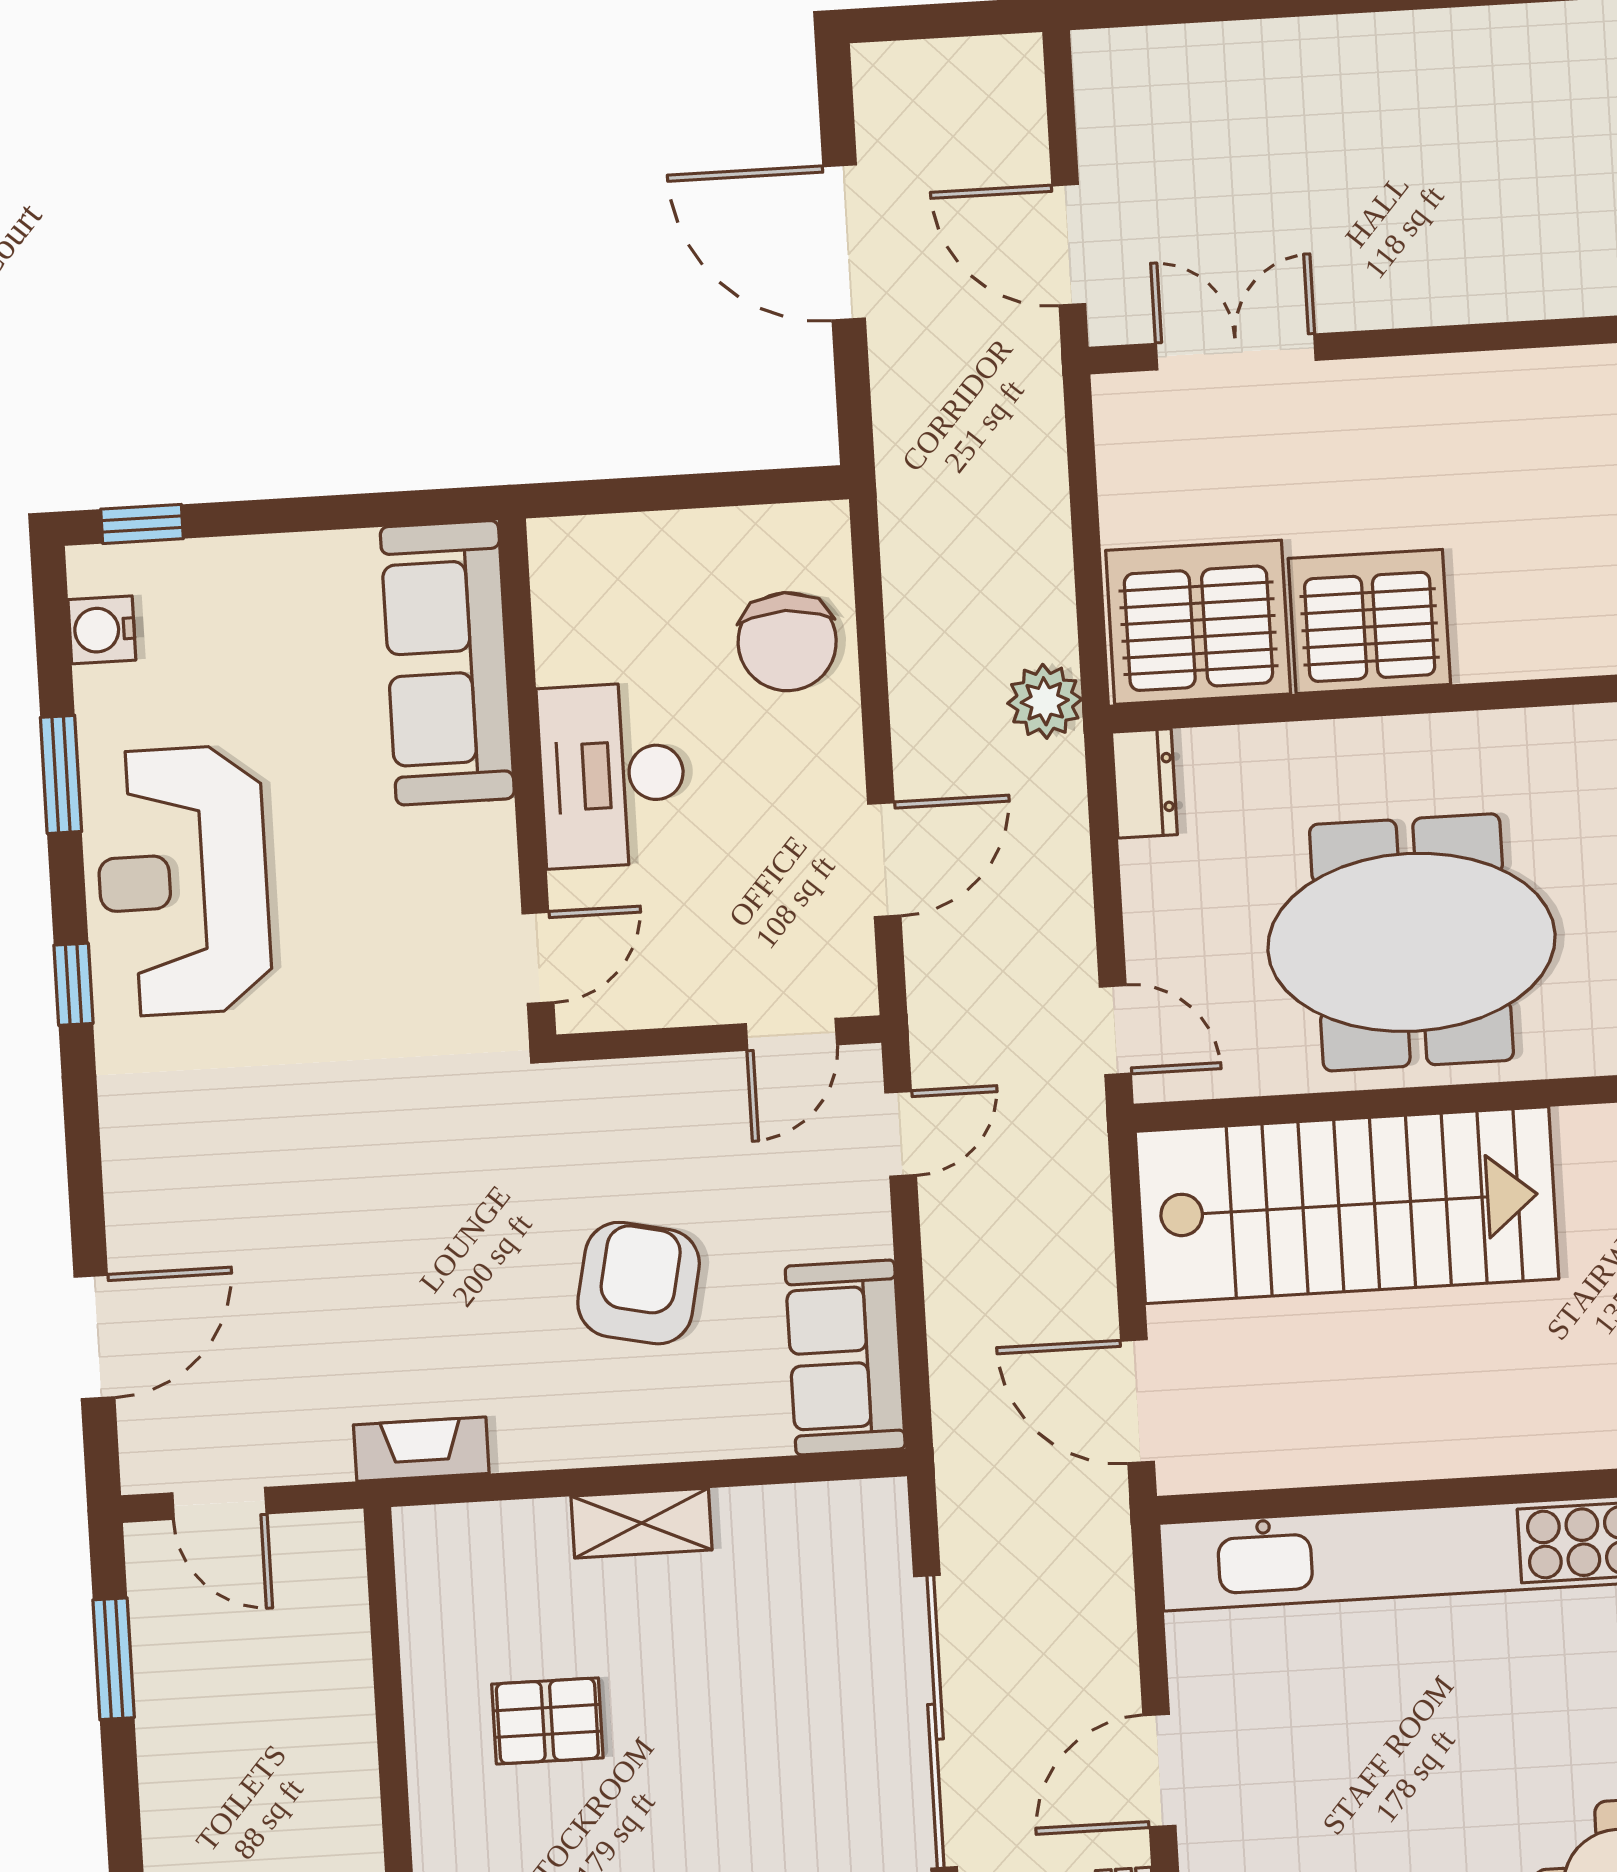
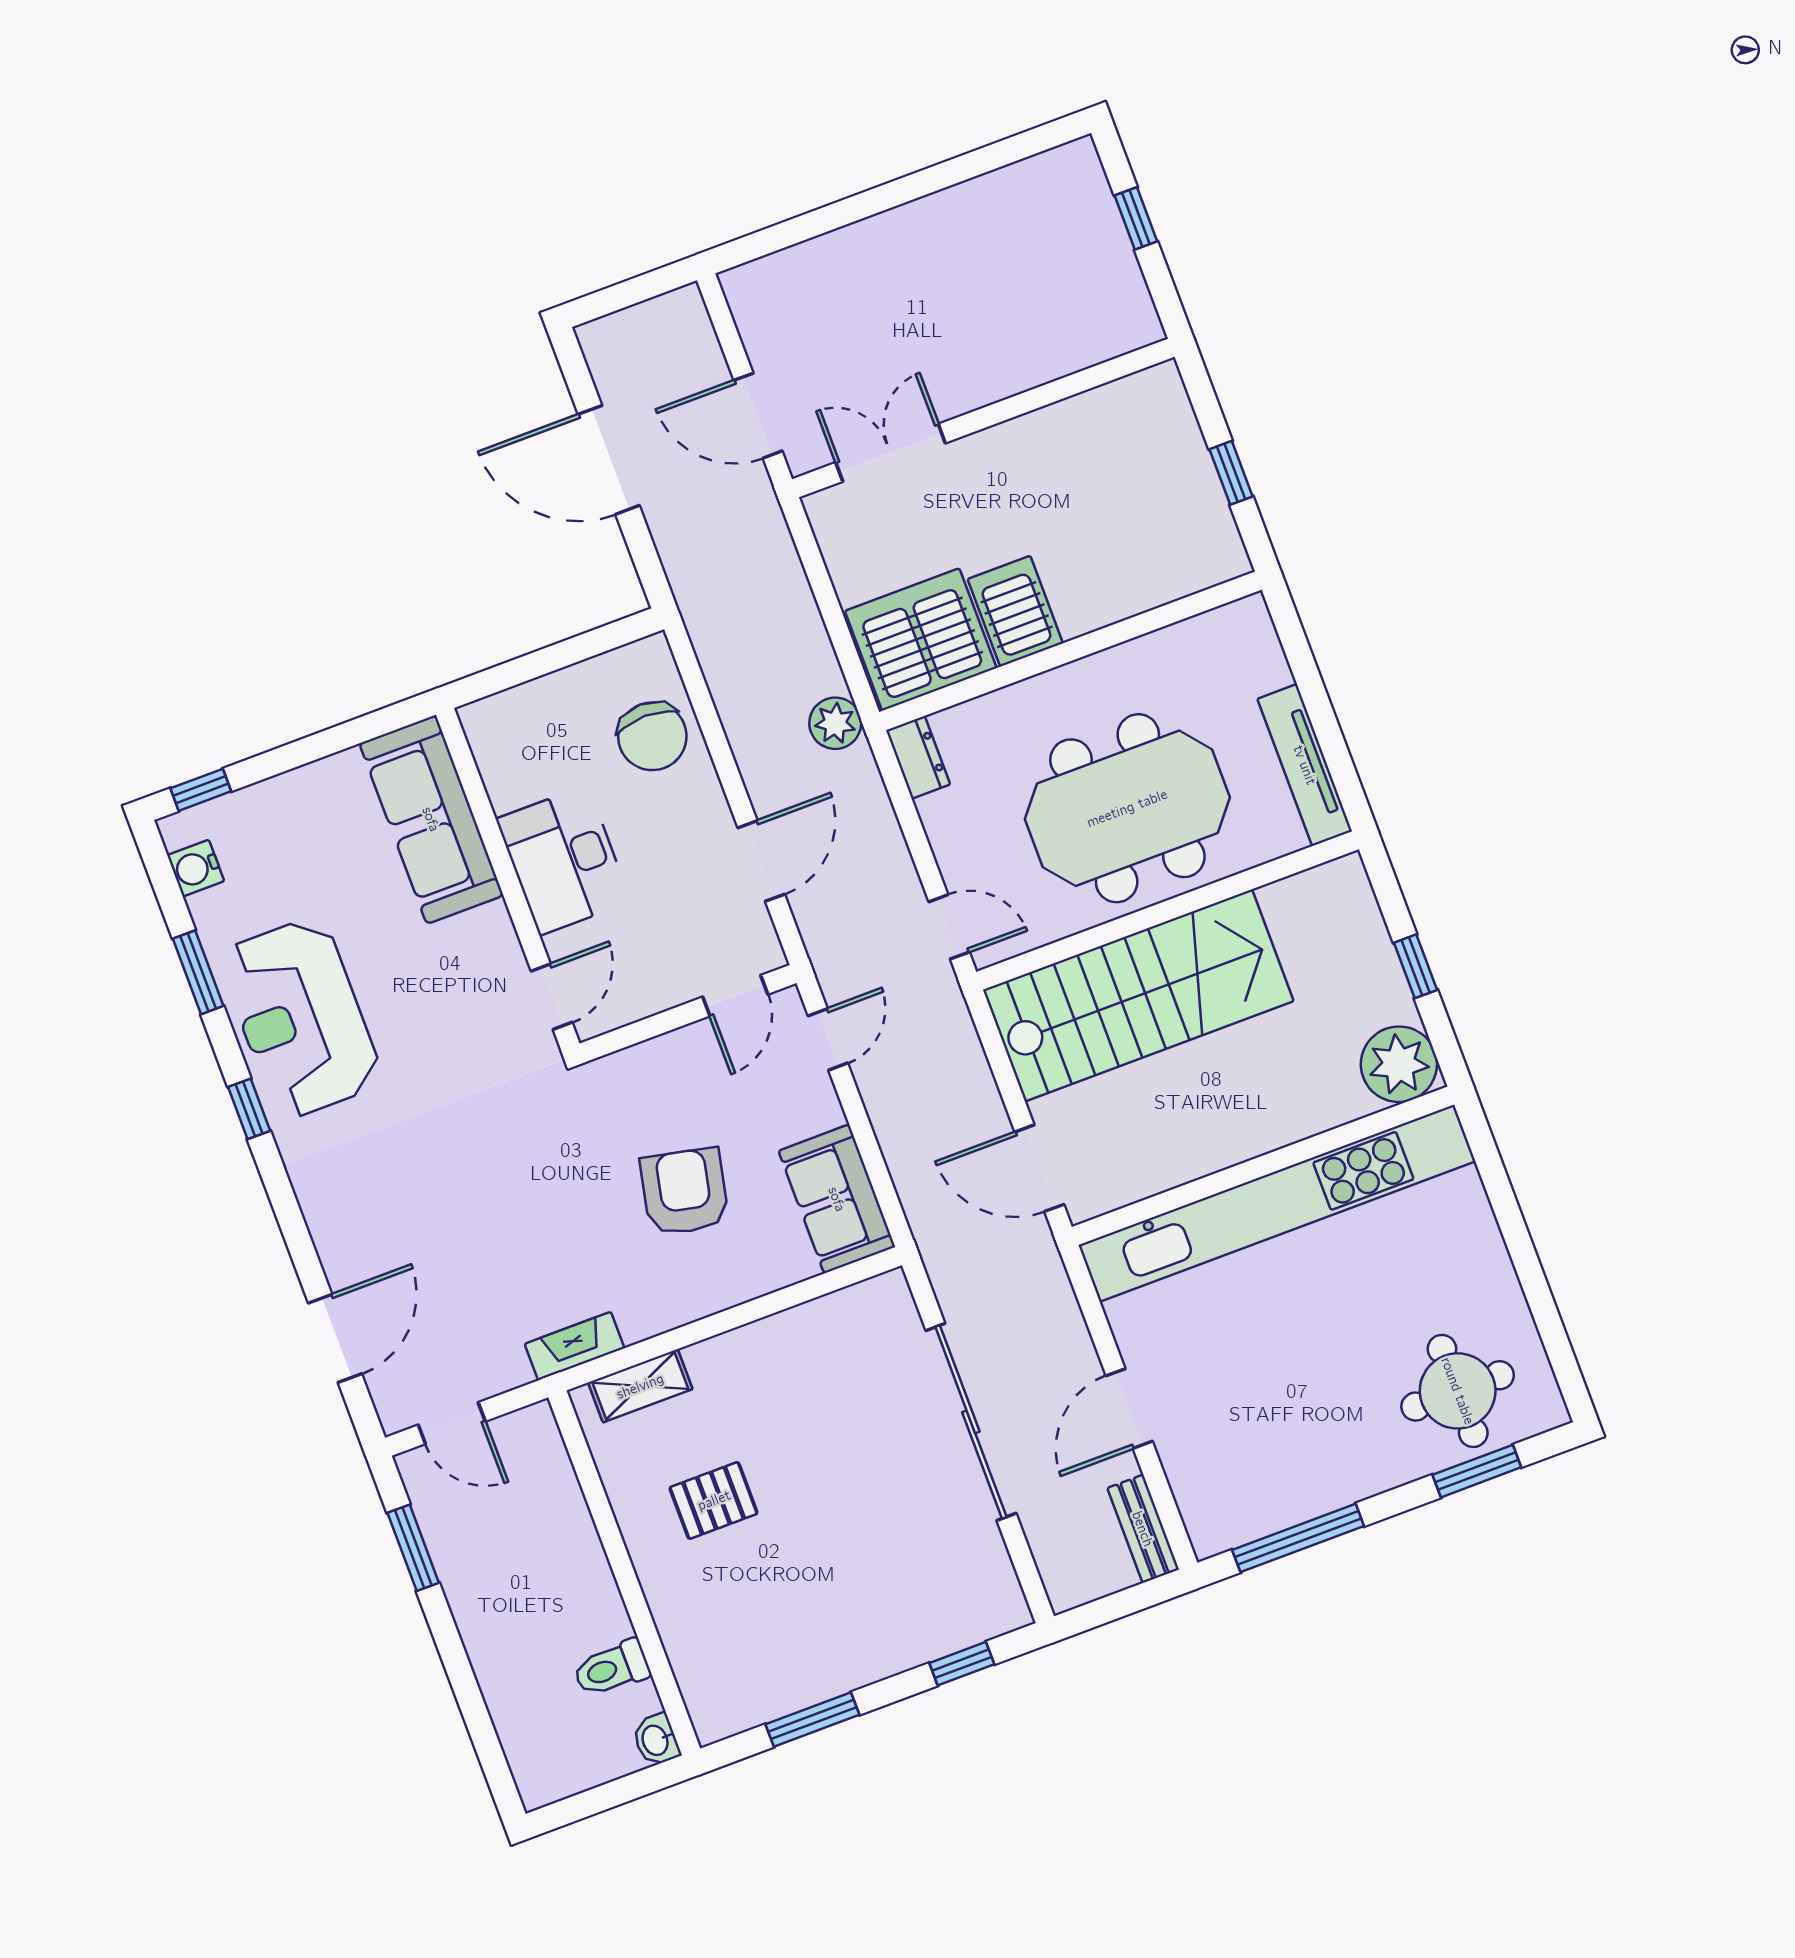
server rack: (1369, 621) -> (1015, 611), width x0.62
shelving: (641, 1523) -> (640, 1386), moved

